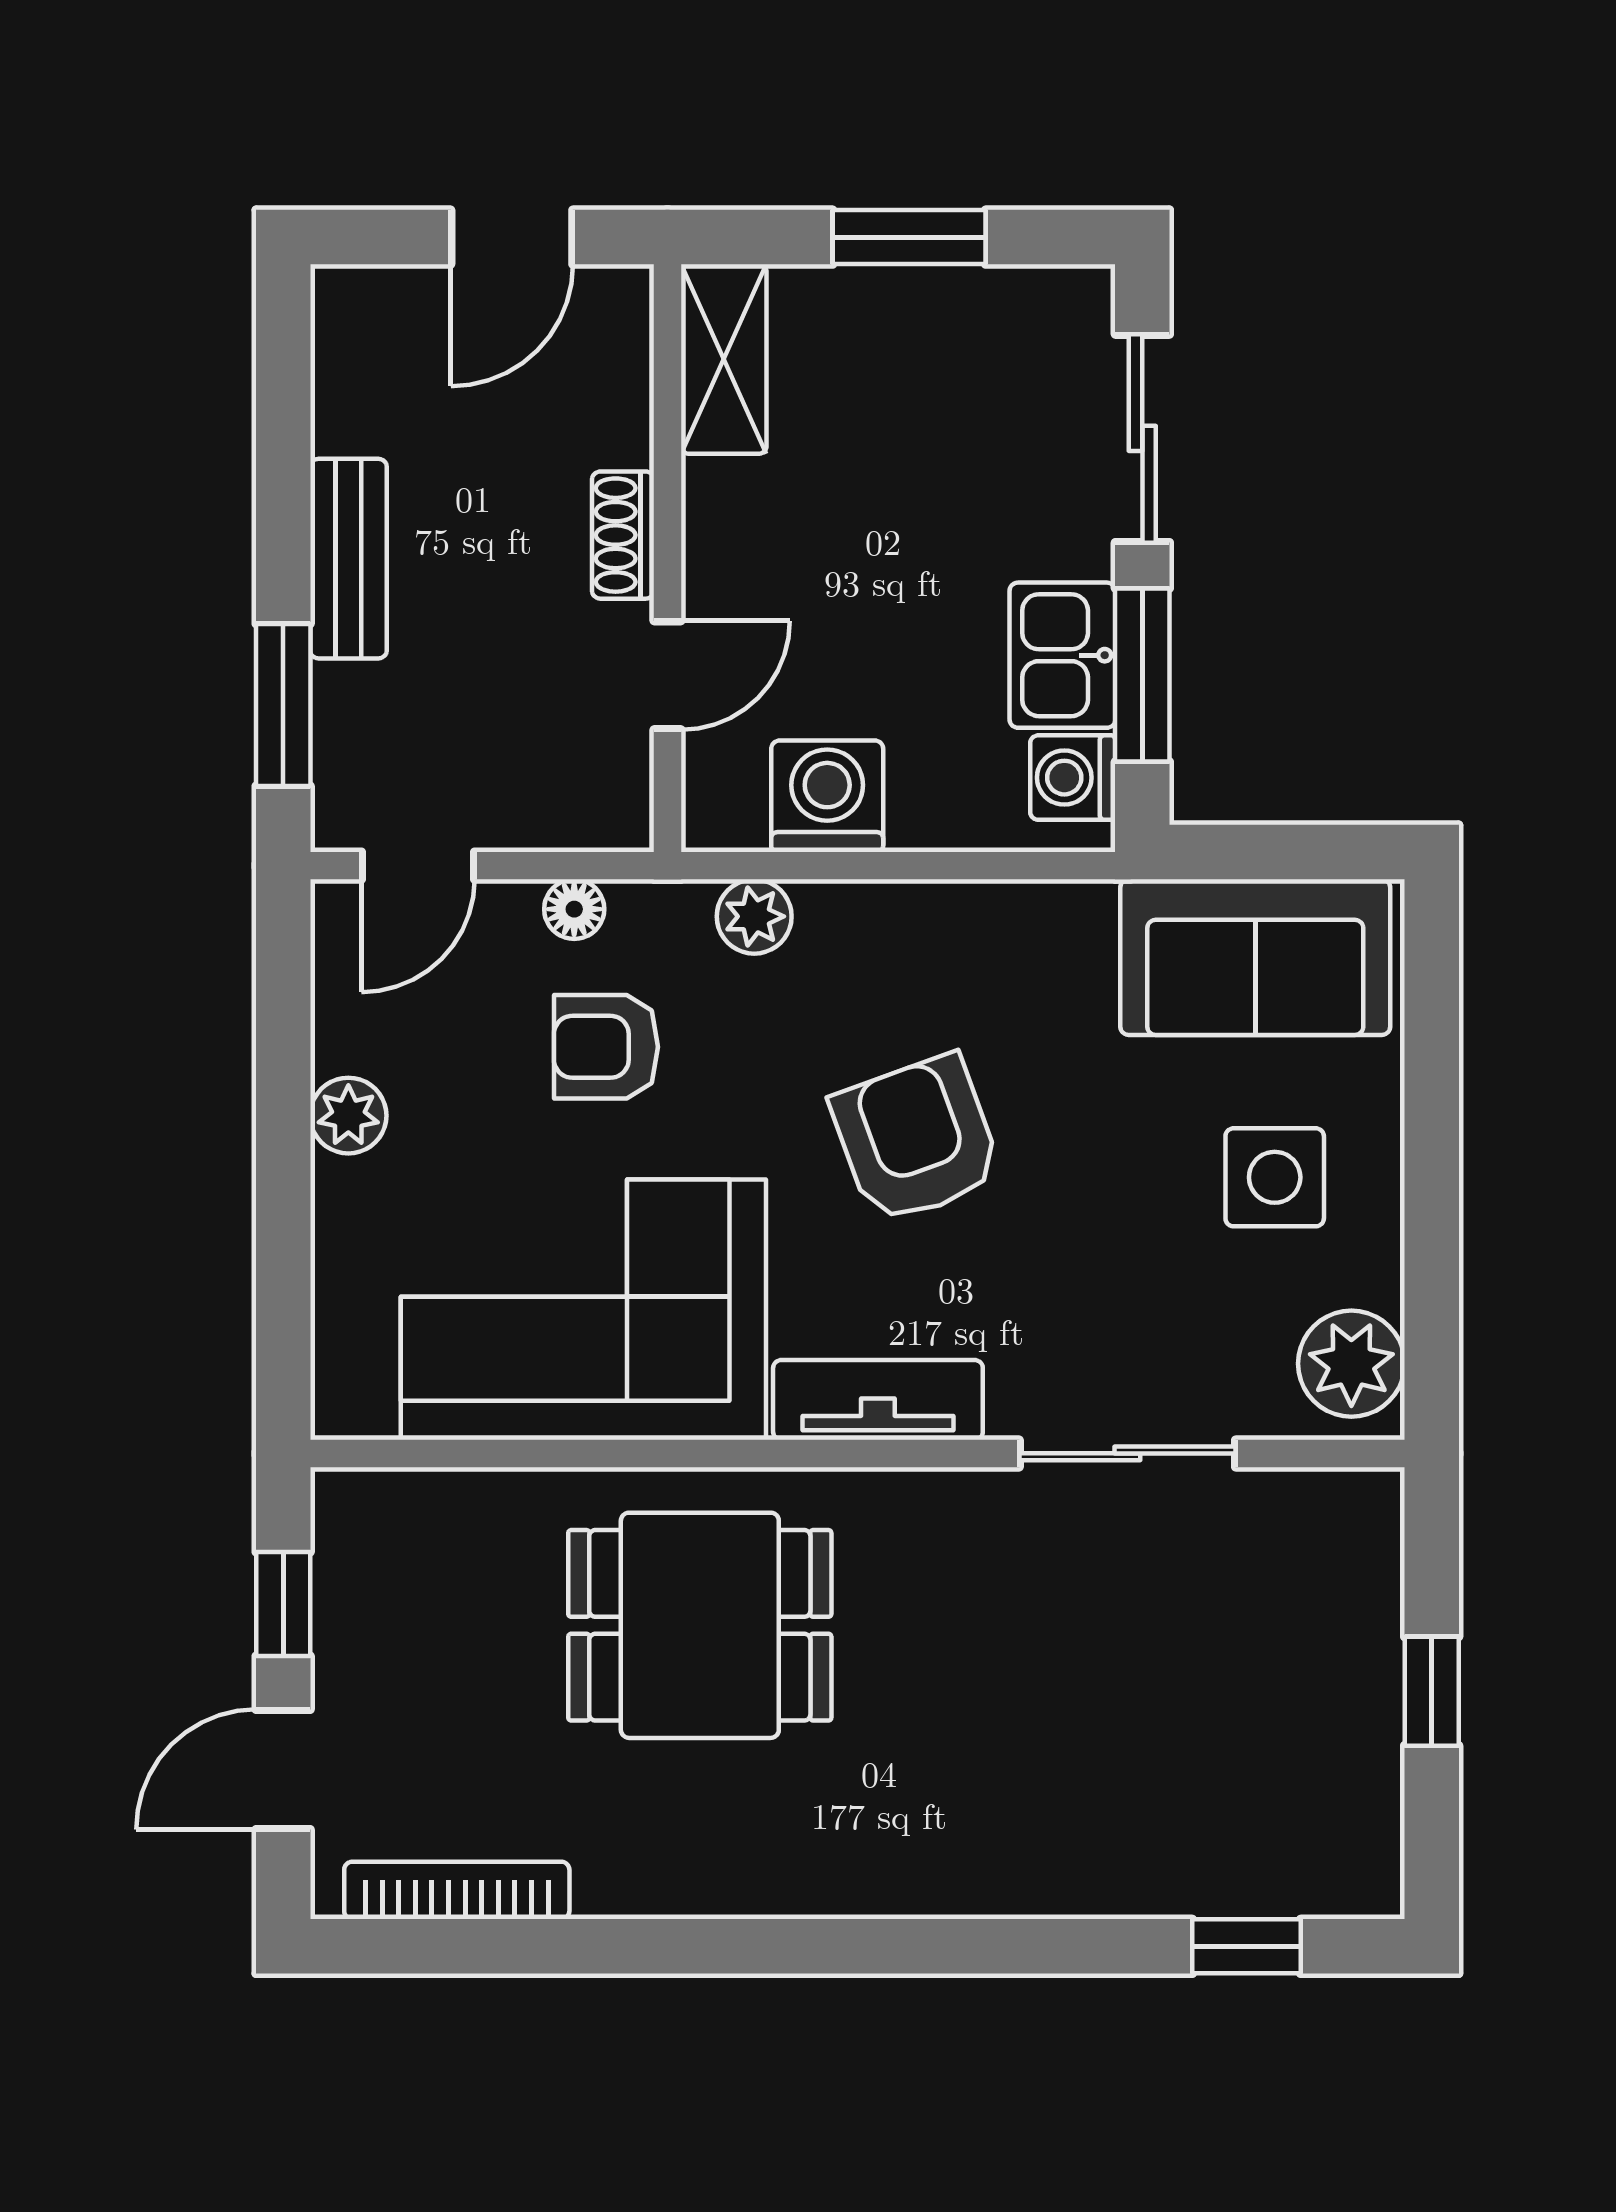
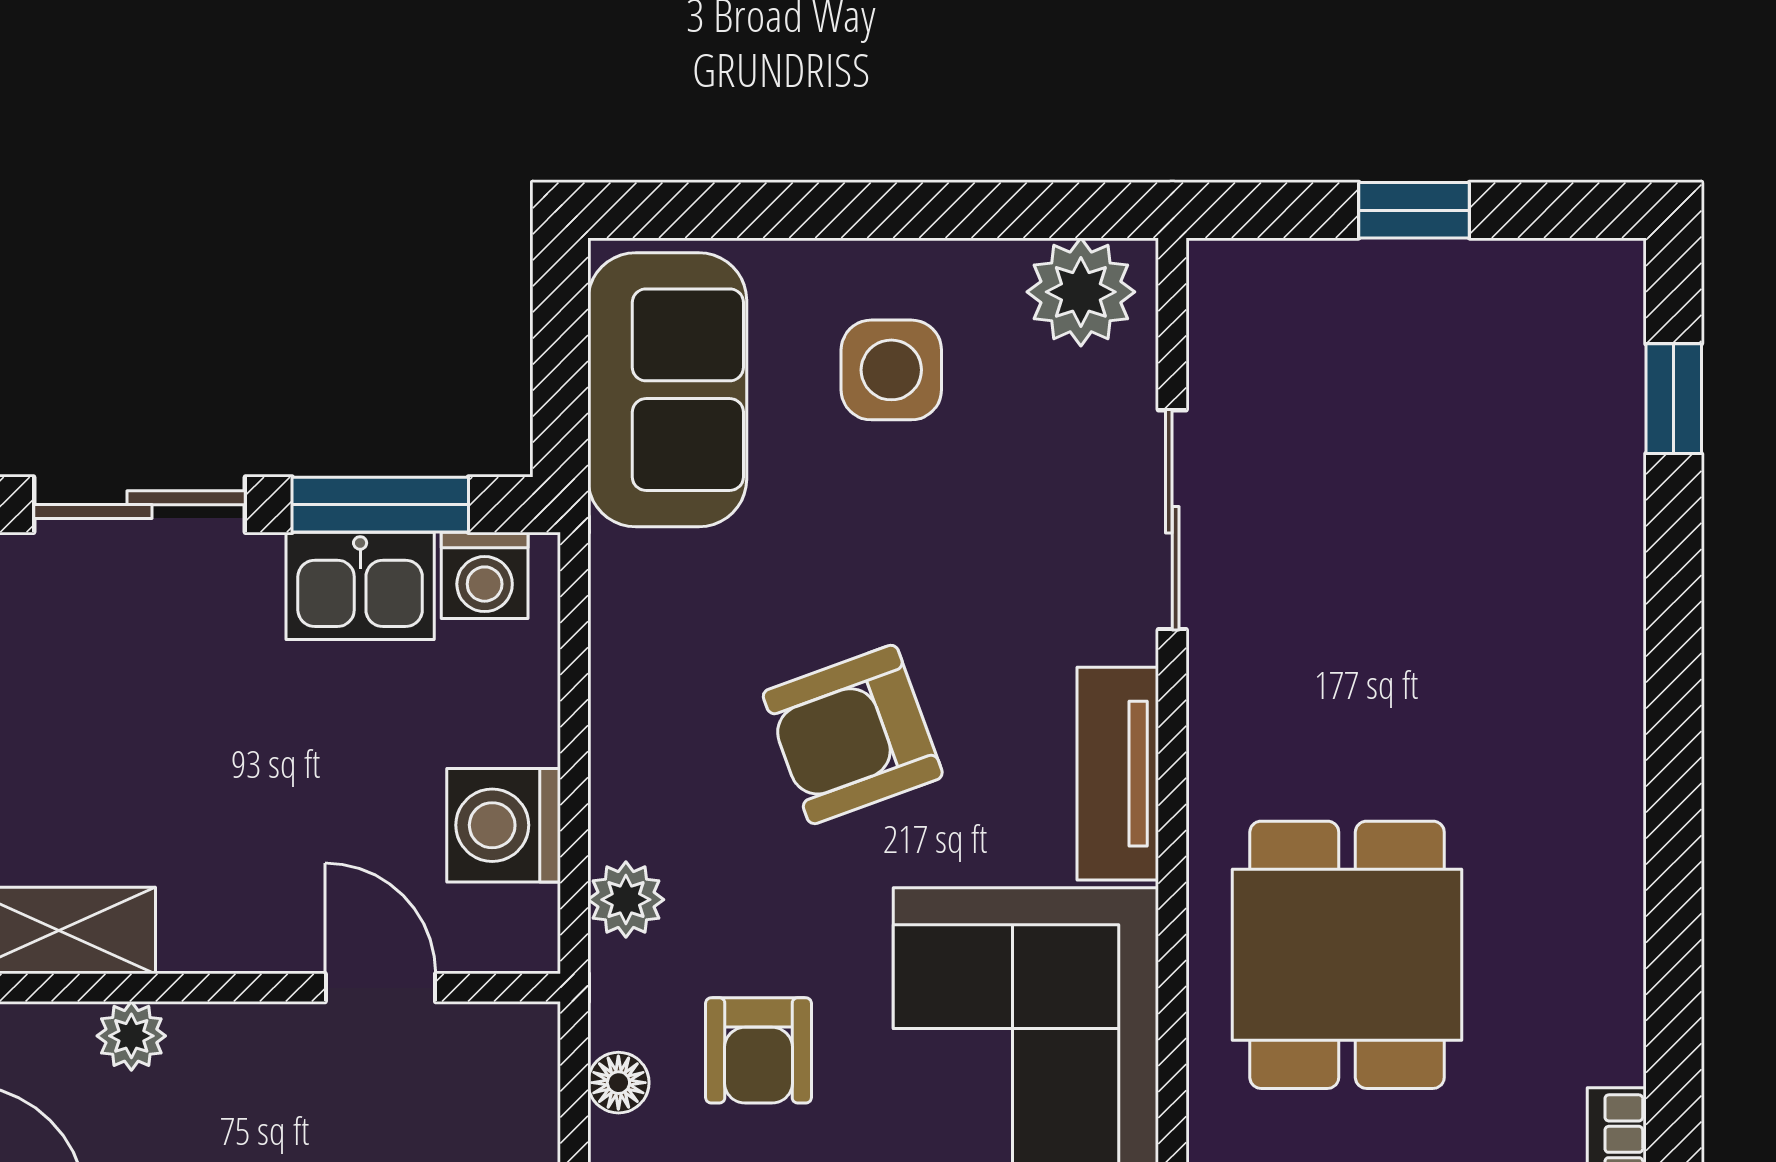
plant: (620, 430) -> (131, 1036), added
shoe rack: (623, 535) -> (238, 1033), removed

